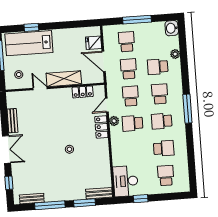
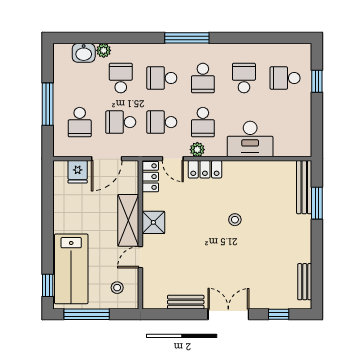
window: (31, 27) -> (48, 285), moved
washbasin: (172, 28) -> (84, 53), moved
school desk: (127, 42) -> (80, 122), turned -90
school desk: (158, 67) -> (121, 78), turned 180
locker: (83, 92) -> (150, 177), moved
shower: (64, 95) -> (153, 222), added
desk: (126, 181) -> (250, 139), moved
bench: (99, 193) -> (304, 187), width x1.36
window: (141, 199) -> (317, 81), moved
window: (50, 205) -> (317, 255), removed

